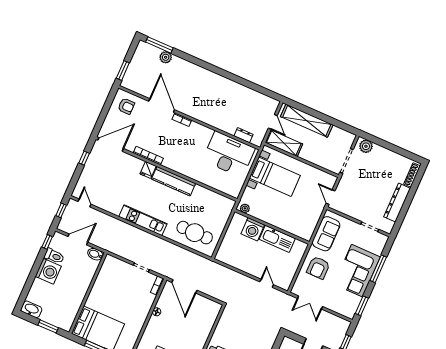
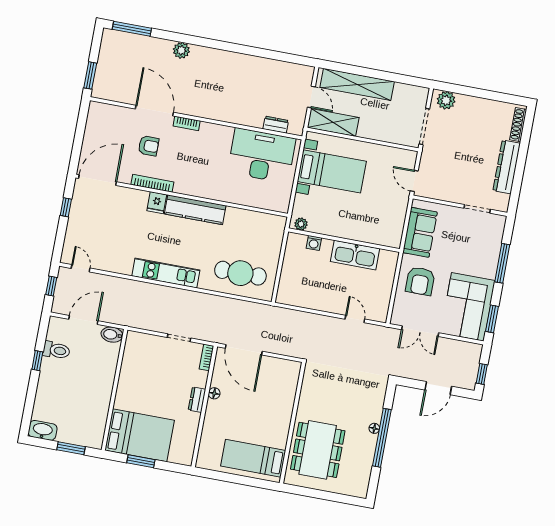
plant: (166, 57) -> (181, 50), moved
armchair: (126, 106) -> (149, 146), moved
washing machine: (253, 229) -> (314, 243), width x0.53, depth x0.53
window: (47, 242) -> (37, 361), moved
washing machine: (48, 271) -> (53, 373), removed
corner sofa: (357, 271) -> (468, 307), moved
dresser: (144, 313) -> (197, 400), added

